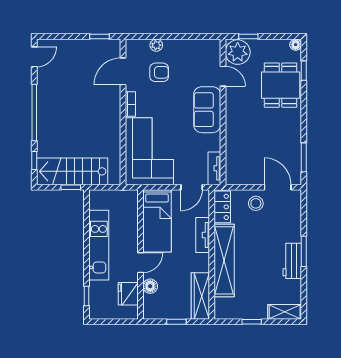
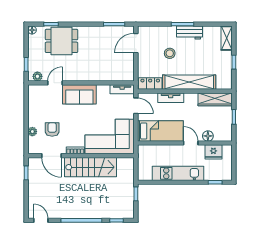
plant: (238, 52) -> (37, 76), width x0.53, depth x0.53
stairs: (72, 171) -> (90, 167), moved, turned -90
stool: (256, 203) -> (170, 53), moved

